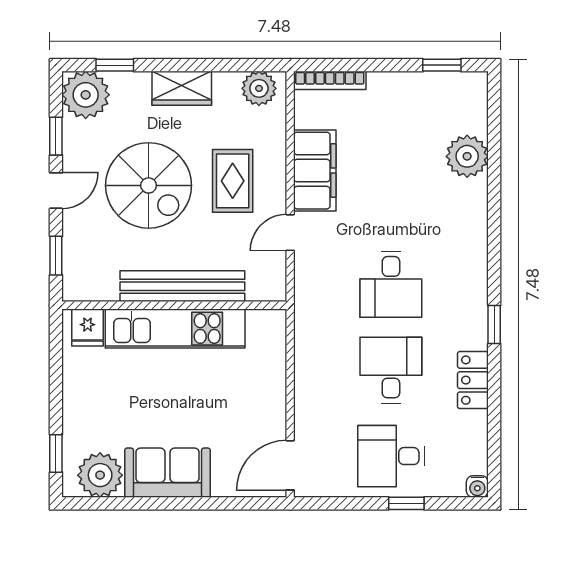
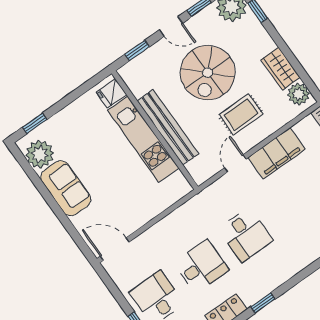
wardrobe: (182, 88) -> (281, 69), moved
door: (290, 233) -> (235, 163), hinge flipped
desk: (391, 284) -> (246, 235), turned -90

